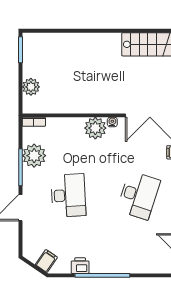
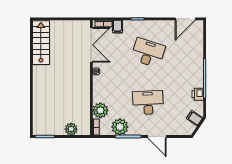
plant: (95, 128) -> (100, 110), moved

